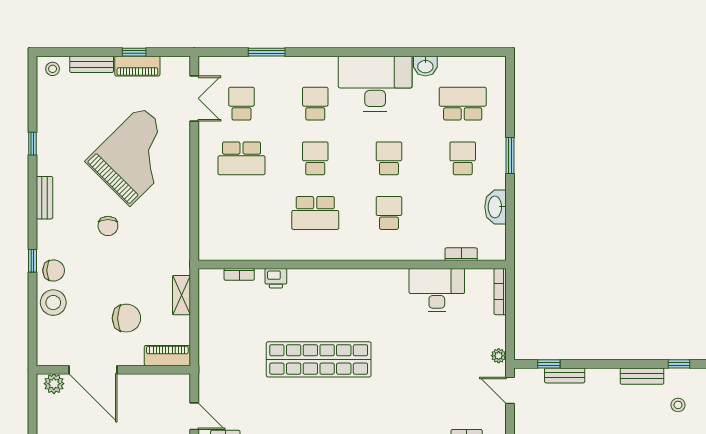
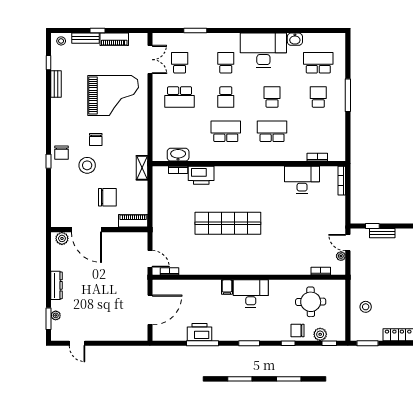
window: (134, 52) -> (97, 30), moved
window: (33, 144) -> (49, 63), moved
grand piano: (136, 156) -> (113, 95), turned 45
window: (510, 156) -> (348, 95), width x1.44
school desk: (315, 158) -> (226, 97), turned 180
bench: (45, 198) -> (56, 84), moved
washbasin: (496, 207) -> (178, 155), moved, turned 90
school desk: (315, 213) -> (226, 131), turned 180
school desk: (389, 213) -> (272, 131), width x1.85
chair: (54, 270) -> (62, 153), moved, turned 90
printer: (276, 278) -> (201, 175), width x1.87, depth x1.48
shelving: (182, 295) -> (142, 168), moved
stool: (53, 303) -> (87, 165), moved
plant: (499, 356) -> (341, 256), moved

